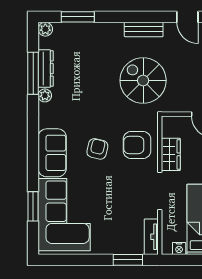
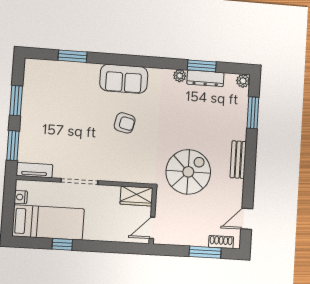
bench: (144, 29) -> (238, 160), moved
window: (33, 73) -> (202, 66), width x0.69
armchair: (137, 145) -> (126, 162), removed
wardrobe: (171, 154) -> (137, 196), moved
corner sofa: (64, 215) -> (62, 86), removed
window: (82, 260) -> (16, 101), added

